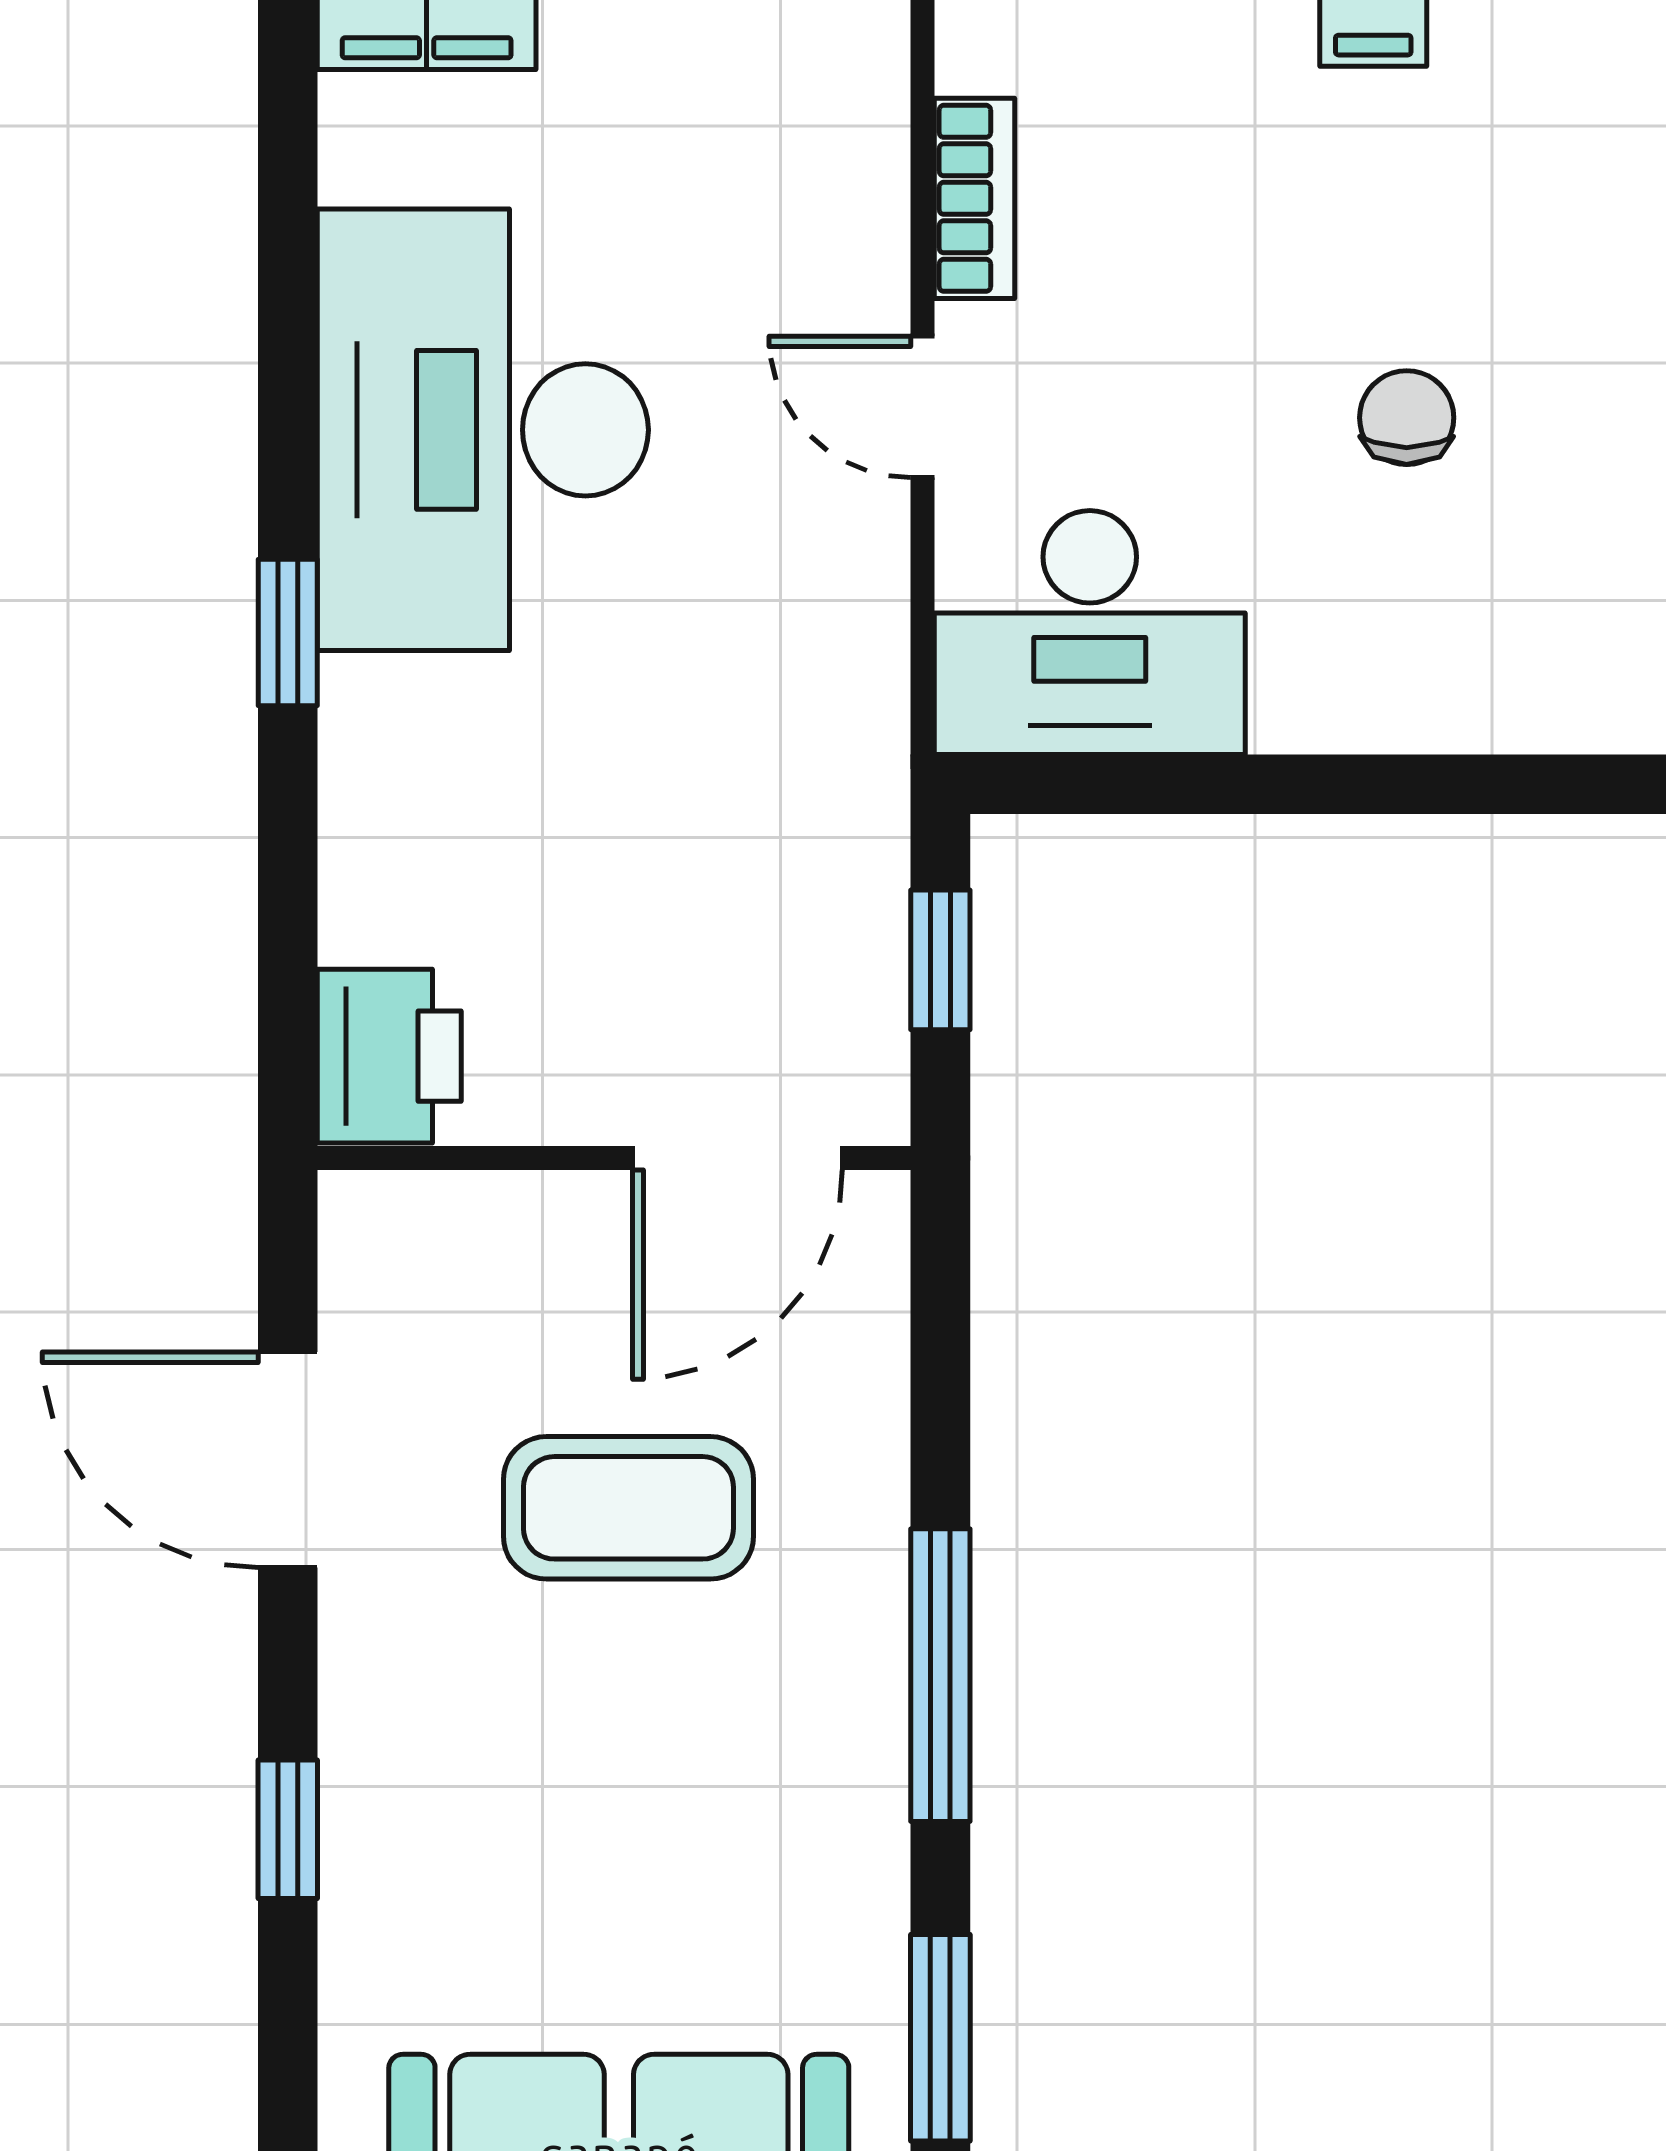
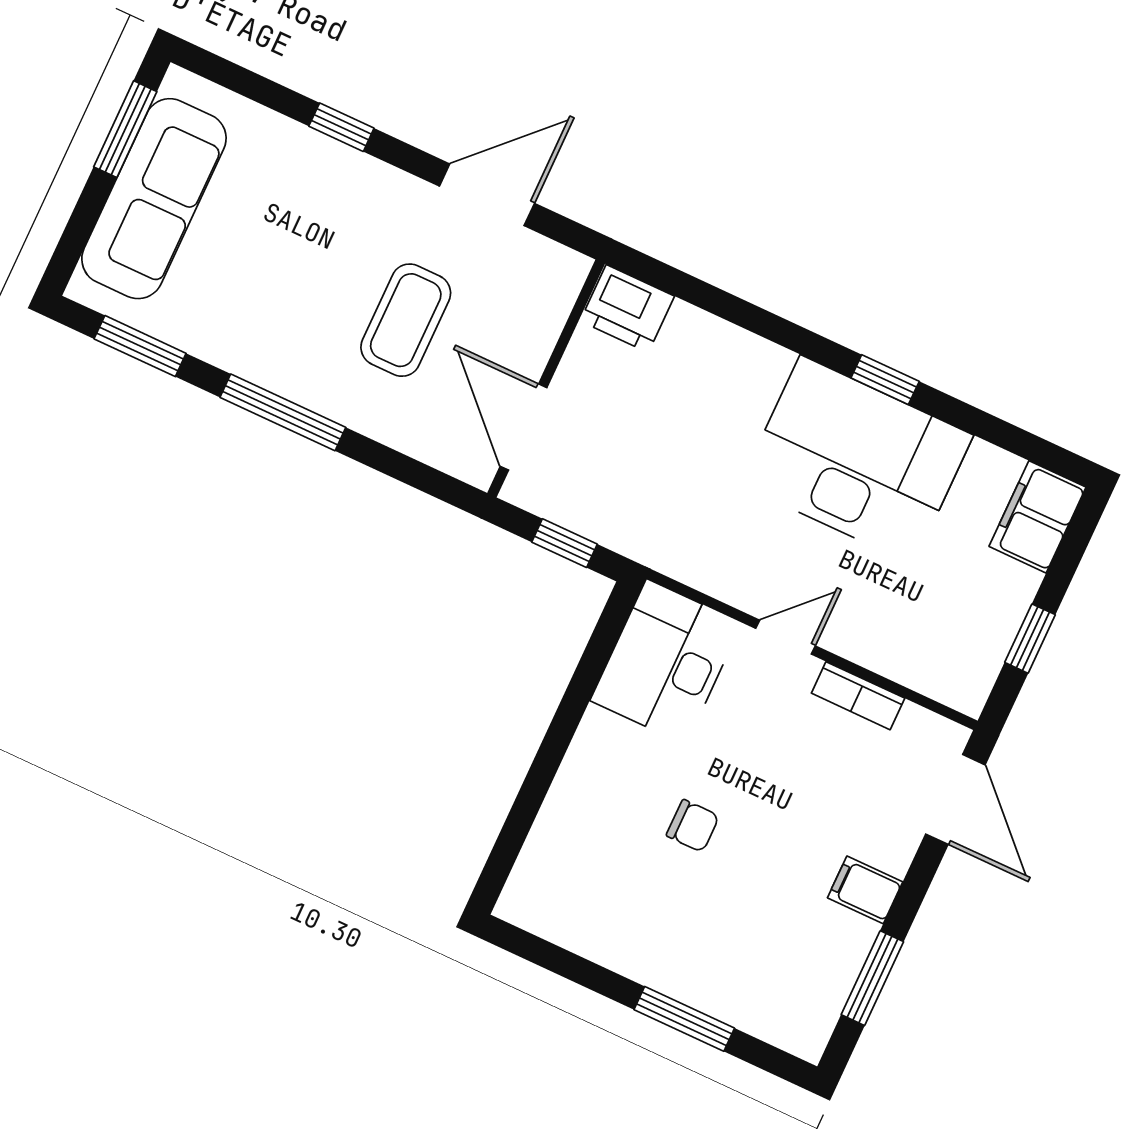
window: (288, 633) -> (885, 380), moved

